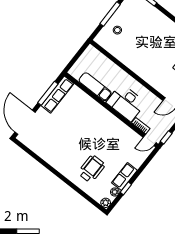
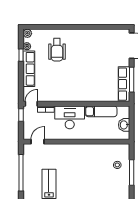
washbasin: (85, 60) -> (124, 125), added
row of seats: (124, 176) -> (29, 69), width x1.48

